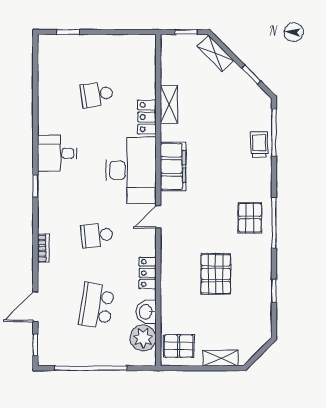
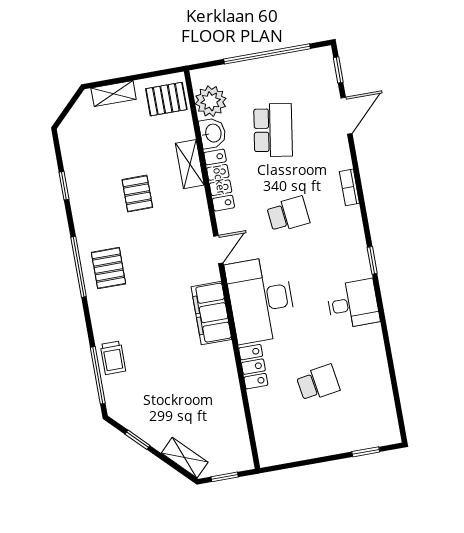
shelving: (169, 104) -> (190, 164), moved
locker: (148, 273) -> (219, 180), width x1.53
pallet: (216, 274) -> (137, 194), width x0.67, depth x0.71

